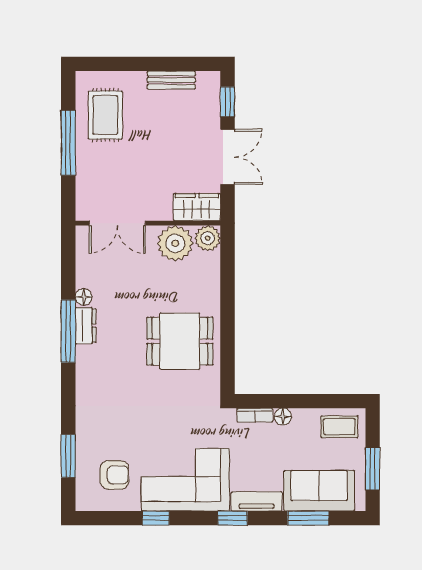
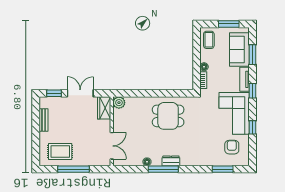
plant: (175, 243) -> (121, 118), removed
dresser: (86, 326) -> (171, 161), moved
dining table: (180, 341) -> (168, 116), turned 90

